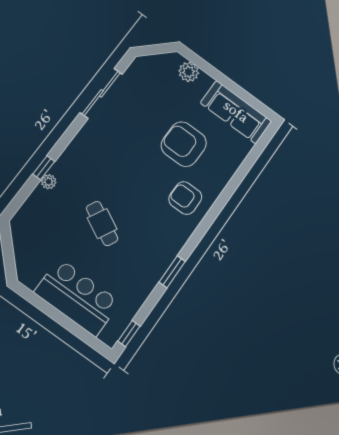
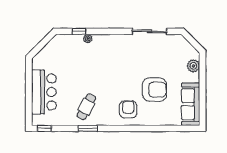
armchair: (184, 144) -> (155, 90), turned 90
window: (44, 168) -> (79, 31), moved
cafe table: (102, 224) -> (86, 107), moved

